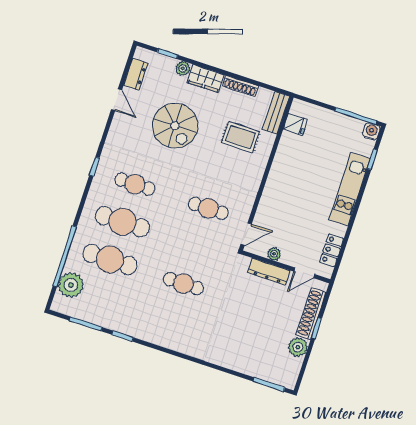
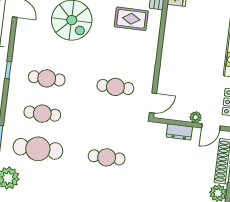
cafe table: (122, 222) -> (42, 114), width x0.73, depth x0.74
plant: (274, 254) -> (196, 117), moved
dresser: (269, 271) -> (179, 132), width x0.70

